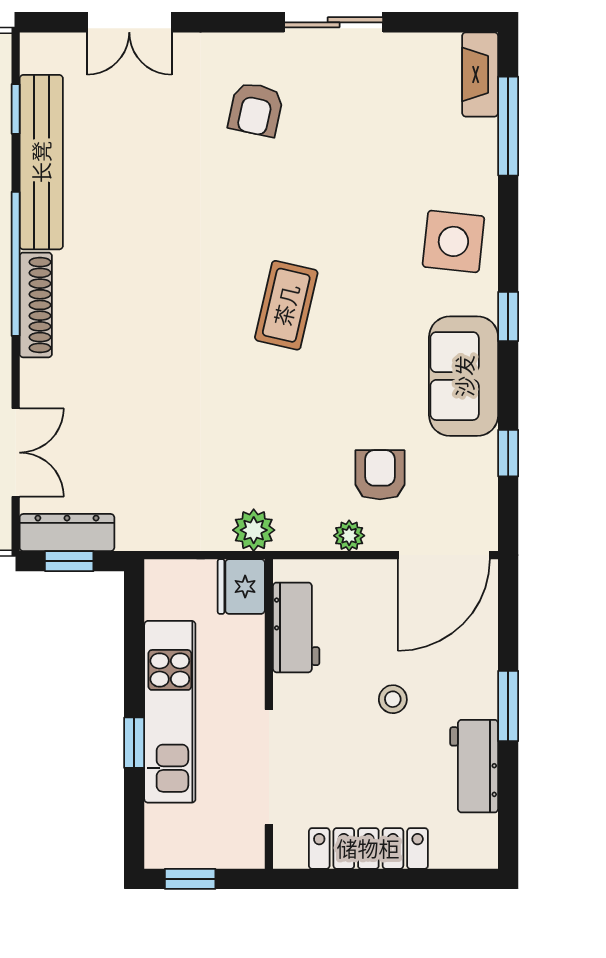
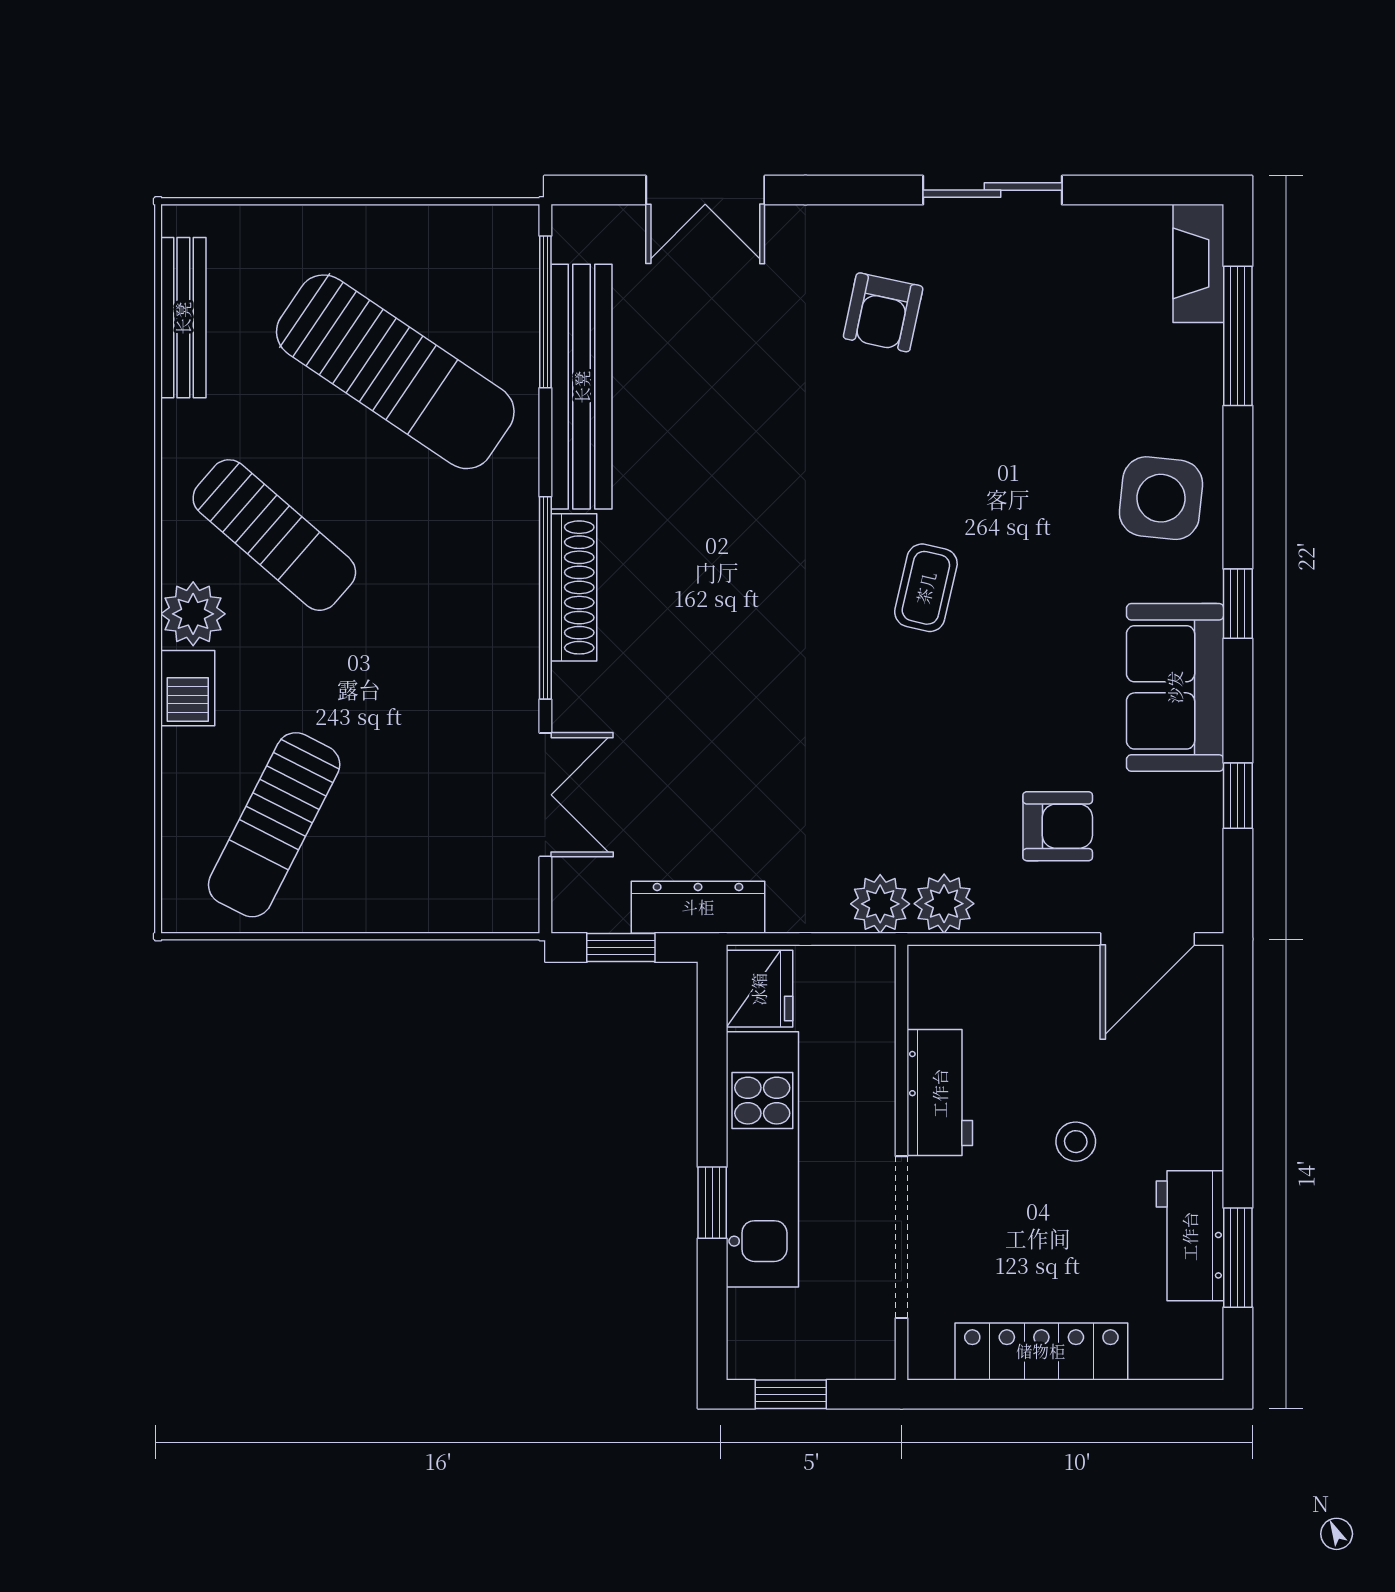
window: (16, 109) -> (545, 312), width x2.17
window: (16, 264) -> (545, 598), moved
coffee table: (286, 305) -> (926, 588), width x0.73, depth x0.77
armchair: (380, 475) -> (1058, 826), turned 90
dresser: (67, 533) -> (698, 907), moved
plant: (349, 536) -> (944, 904), moved, width x1.38, depth x1.38
door: (444, 555) -> (1148, 939), width x0.73
fridge: (241, 587) -> (759, 989), moved, turned 180
workbench: (296, 627) -> (940, 1093), moved
window: (508, 706) -> (1238, 1258), moved

